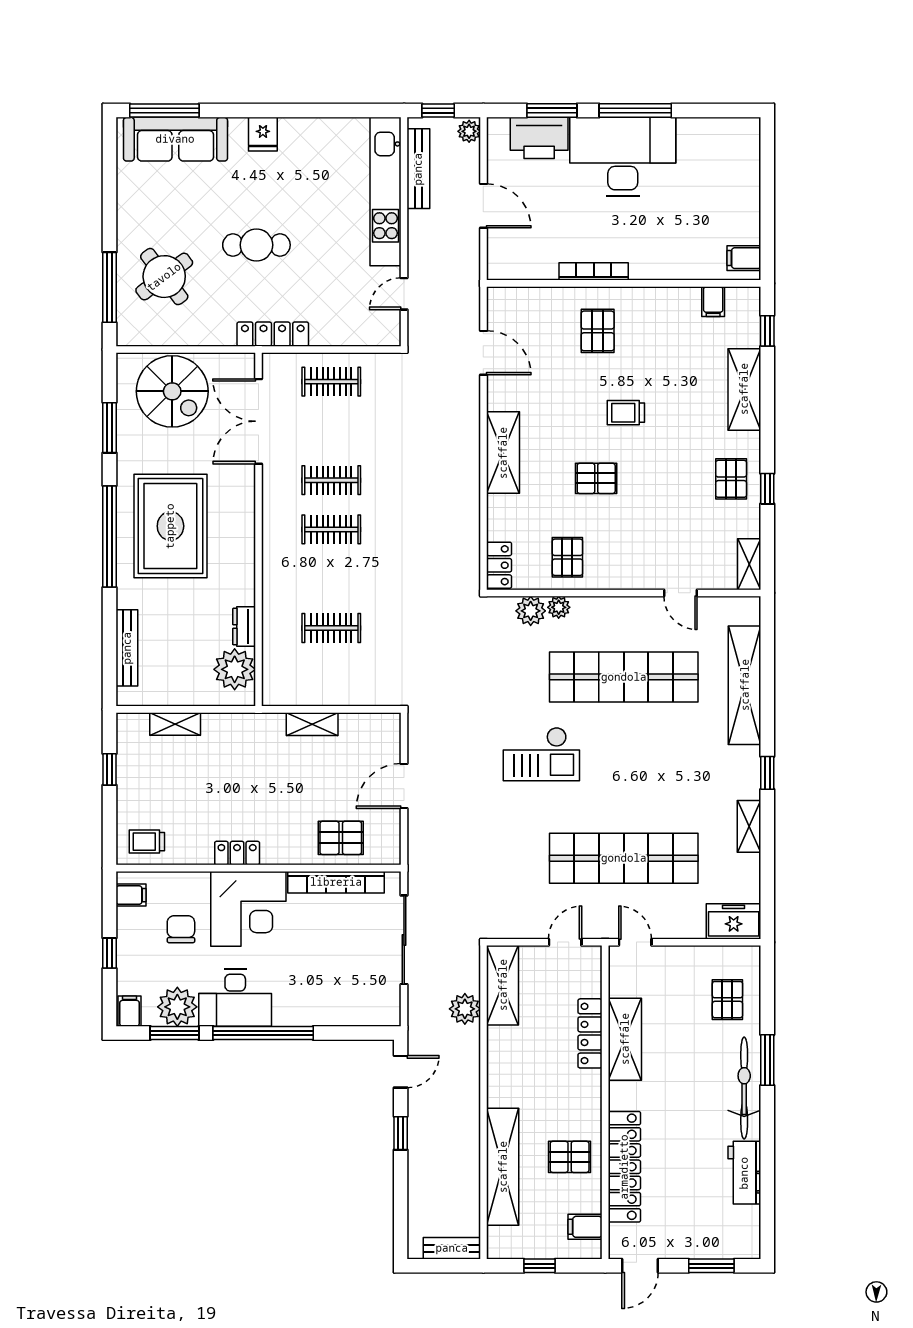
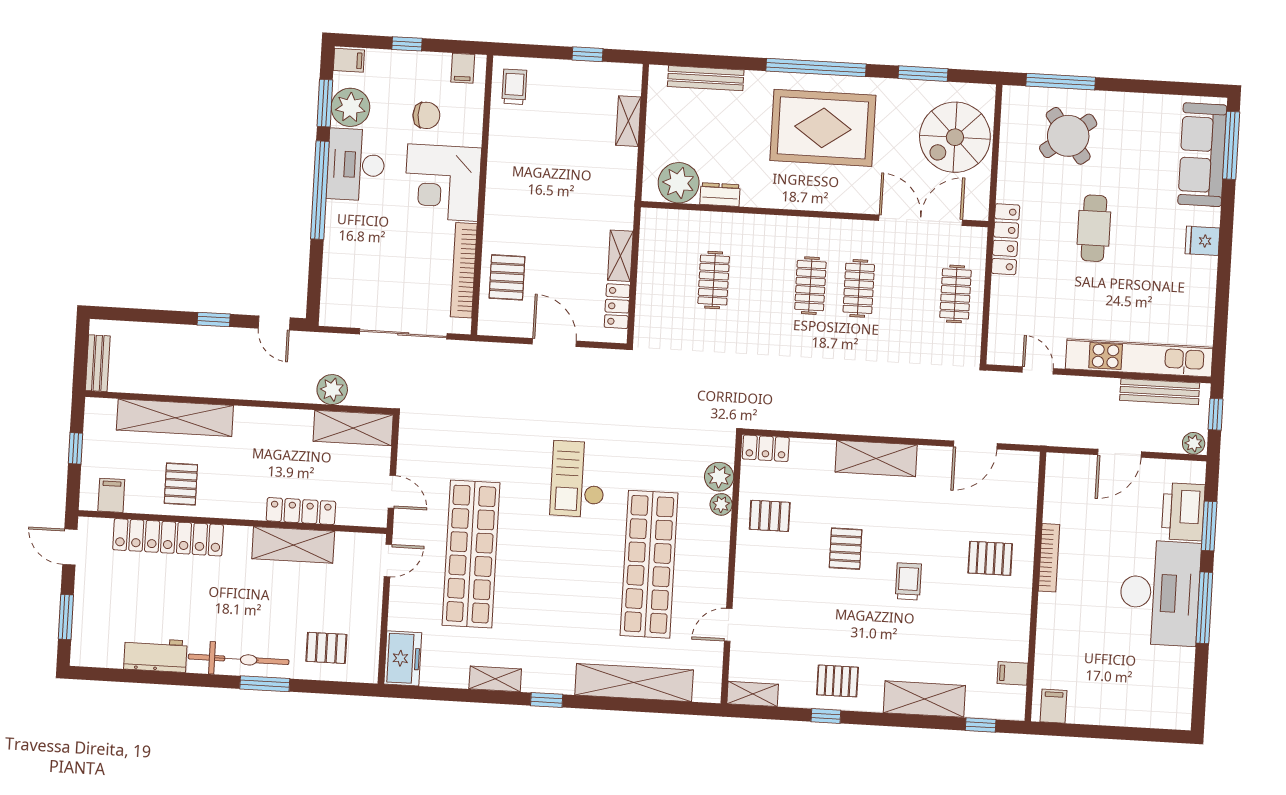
locker: (237, 853) -> (617, 306), moved, turned 180

